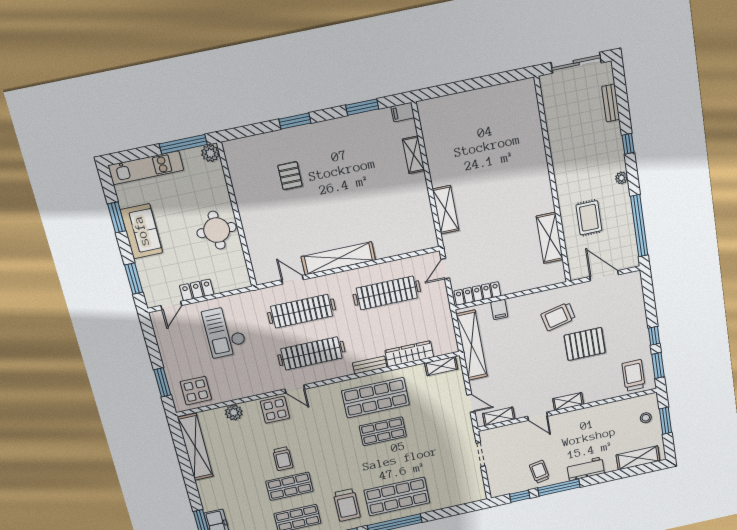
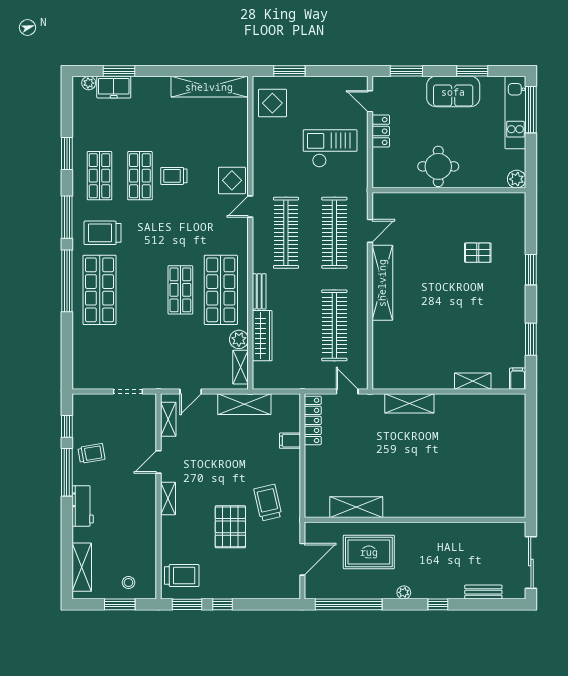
window: (183, 144) -> (531, 110), moved
rug: (589, 218) -> (369, 552), width x1.36, depth x1.43
shelving: (472, 345) -> (244, 404), width x0.68
plant: (234, 412) -> (239, 339), moved

